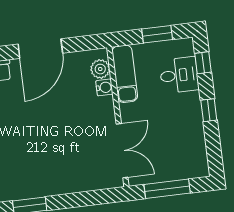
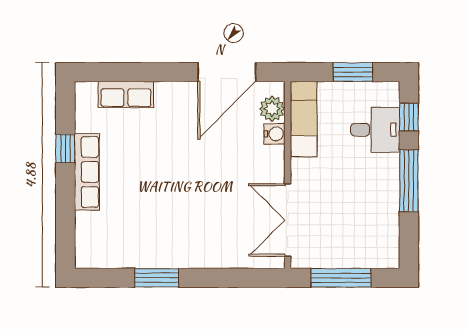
door: (40, 49) -> (227, 72), moved
window: (209, 110) -> (409, 181), width x2.17
double door: (122, 151) -> (288, 220), swing flipped

